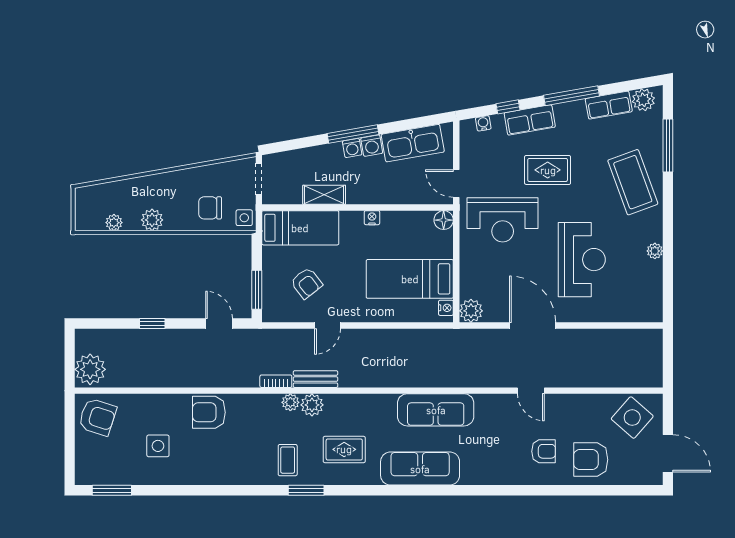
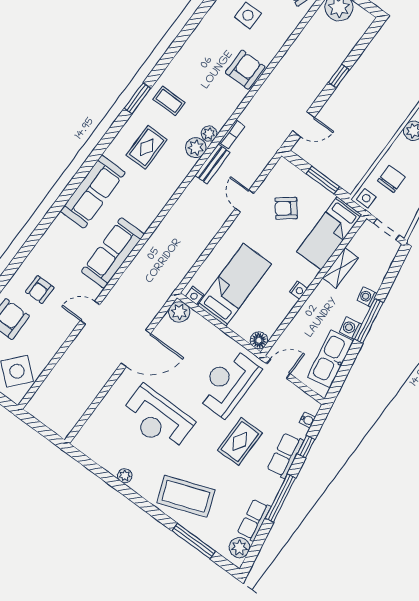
washing machine: (352, 148) -> (367, 297), moved
window: (257, 290) -> (323, 180), moved
sofa: (436, 410) -> (113, 253), moved

